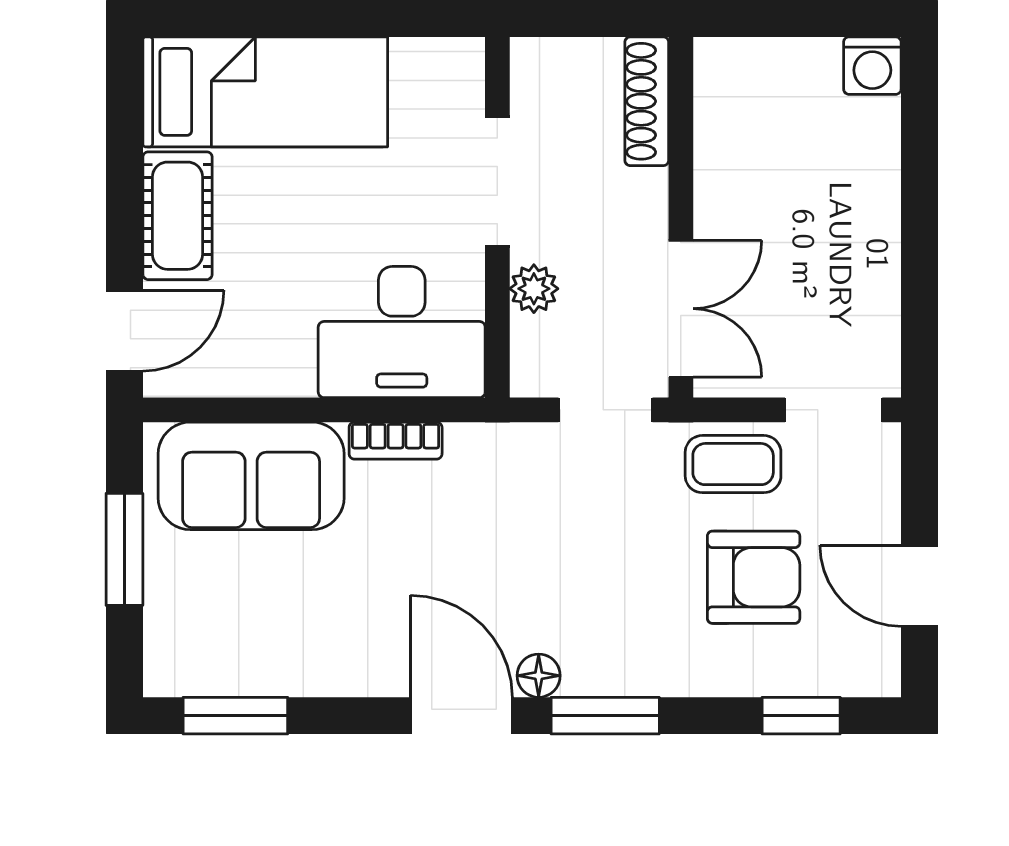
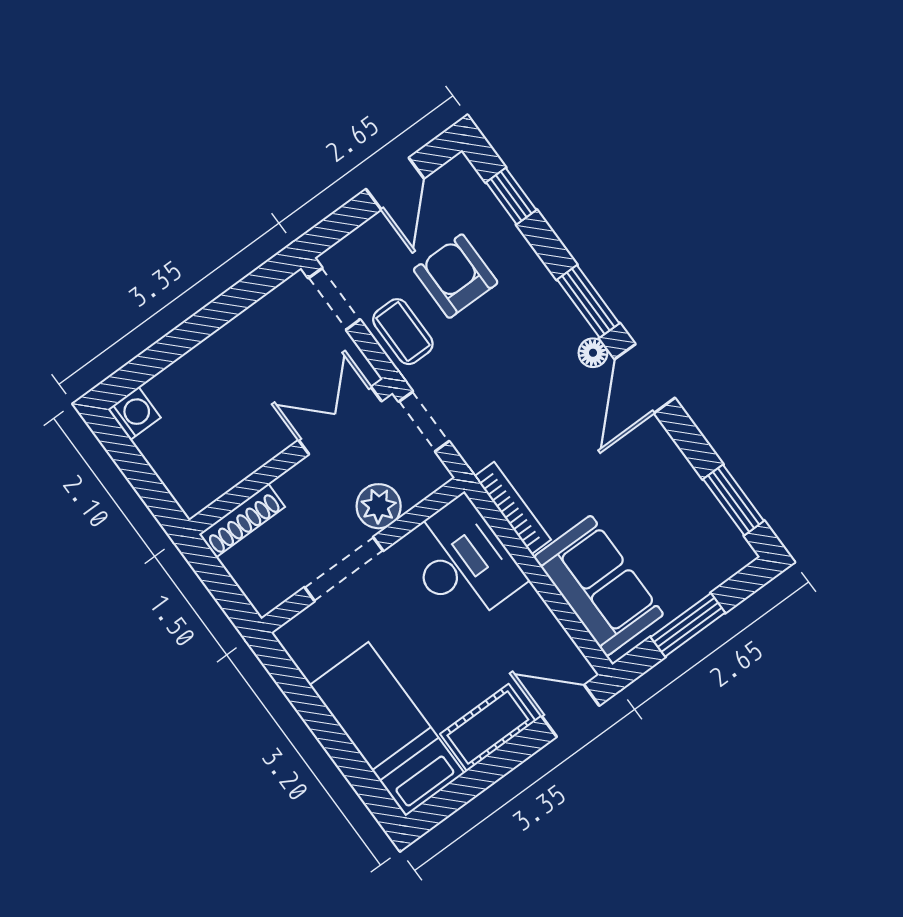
plant: (534, 289) -> (379, 506), width x1.38, depth x1.38
bookcase: (396, 441) -> (513, 508), width x1.56

